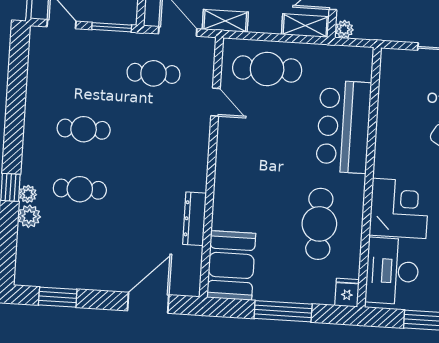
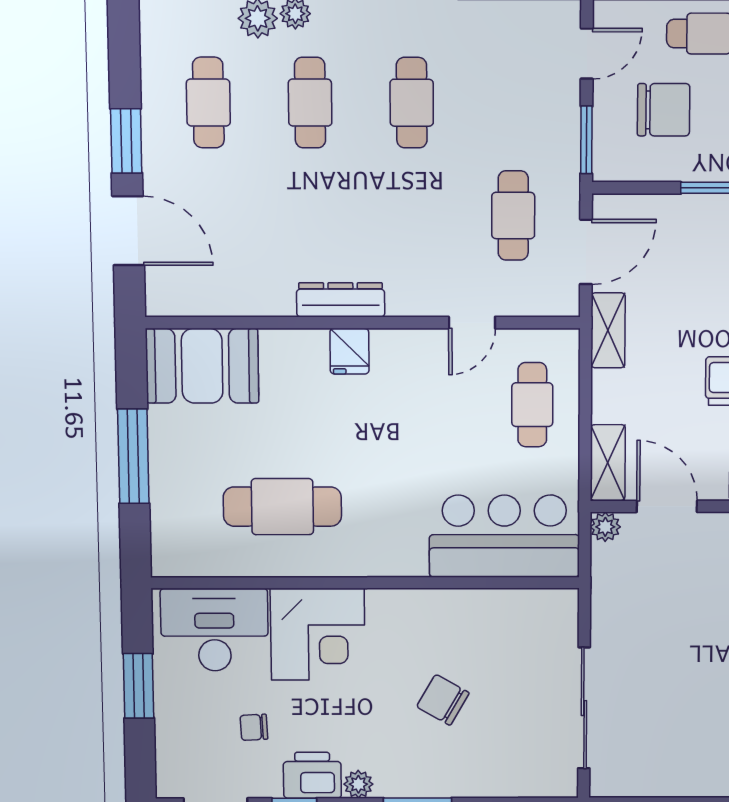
cafe table: (267, 69) -> (532, 405), width x0.73, depth x0.74
bar counter: (344, 127) -> (504, 536), moved
dresser: (195, 219) -> (341, 300), moved
cafe table: (76, 249) -> (208, 103), added
fridge: (347, 293) -> (349, 351), moved, turned 90
window: (58, 297) -> (126, 141), moved

